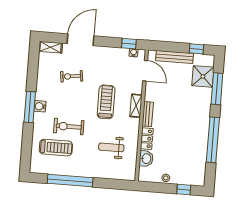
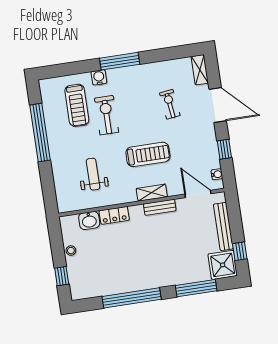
window: (129, 44) -> (224, 149), moved
door: (145, 71) -> (198, 194), swing flipped
shower: (203, 76) -> (223, 265), moved
water cooler: (40, 106) -> (99, 77), moved
bench: (148, 114) -> (160, 207), moved

